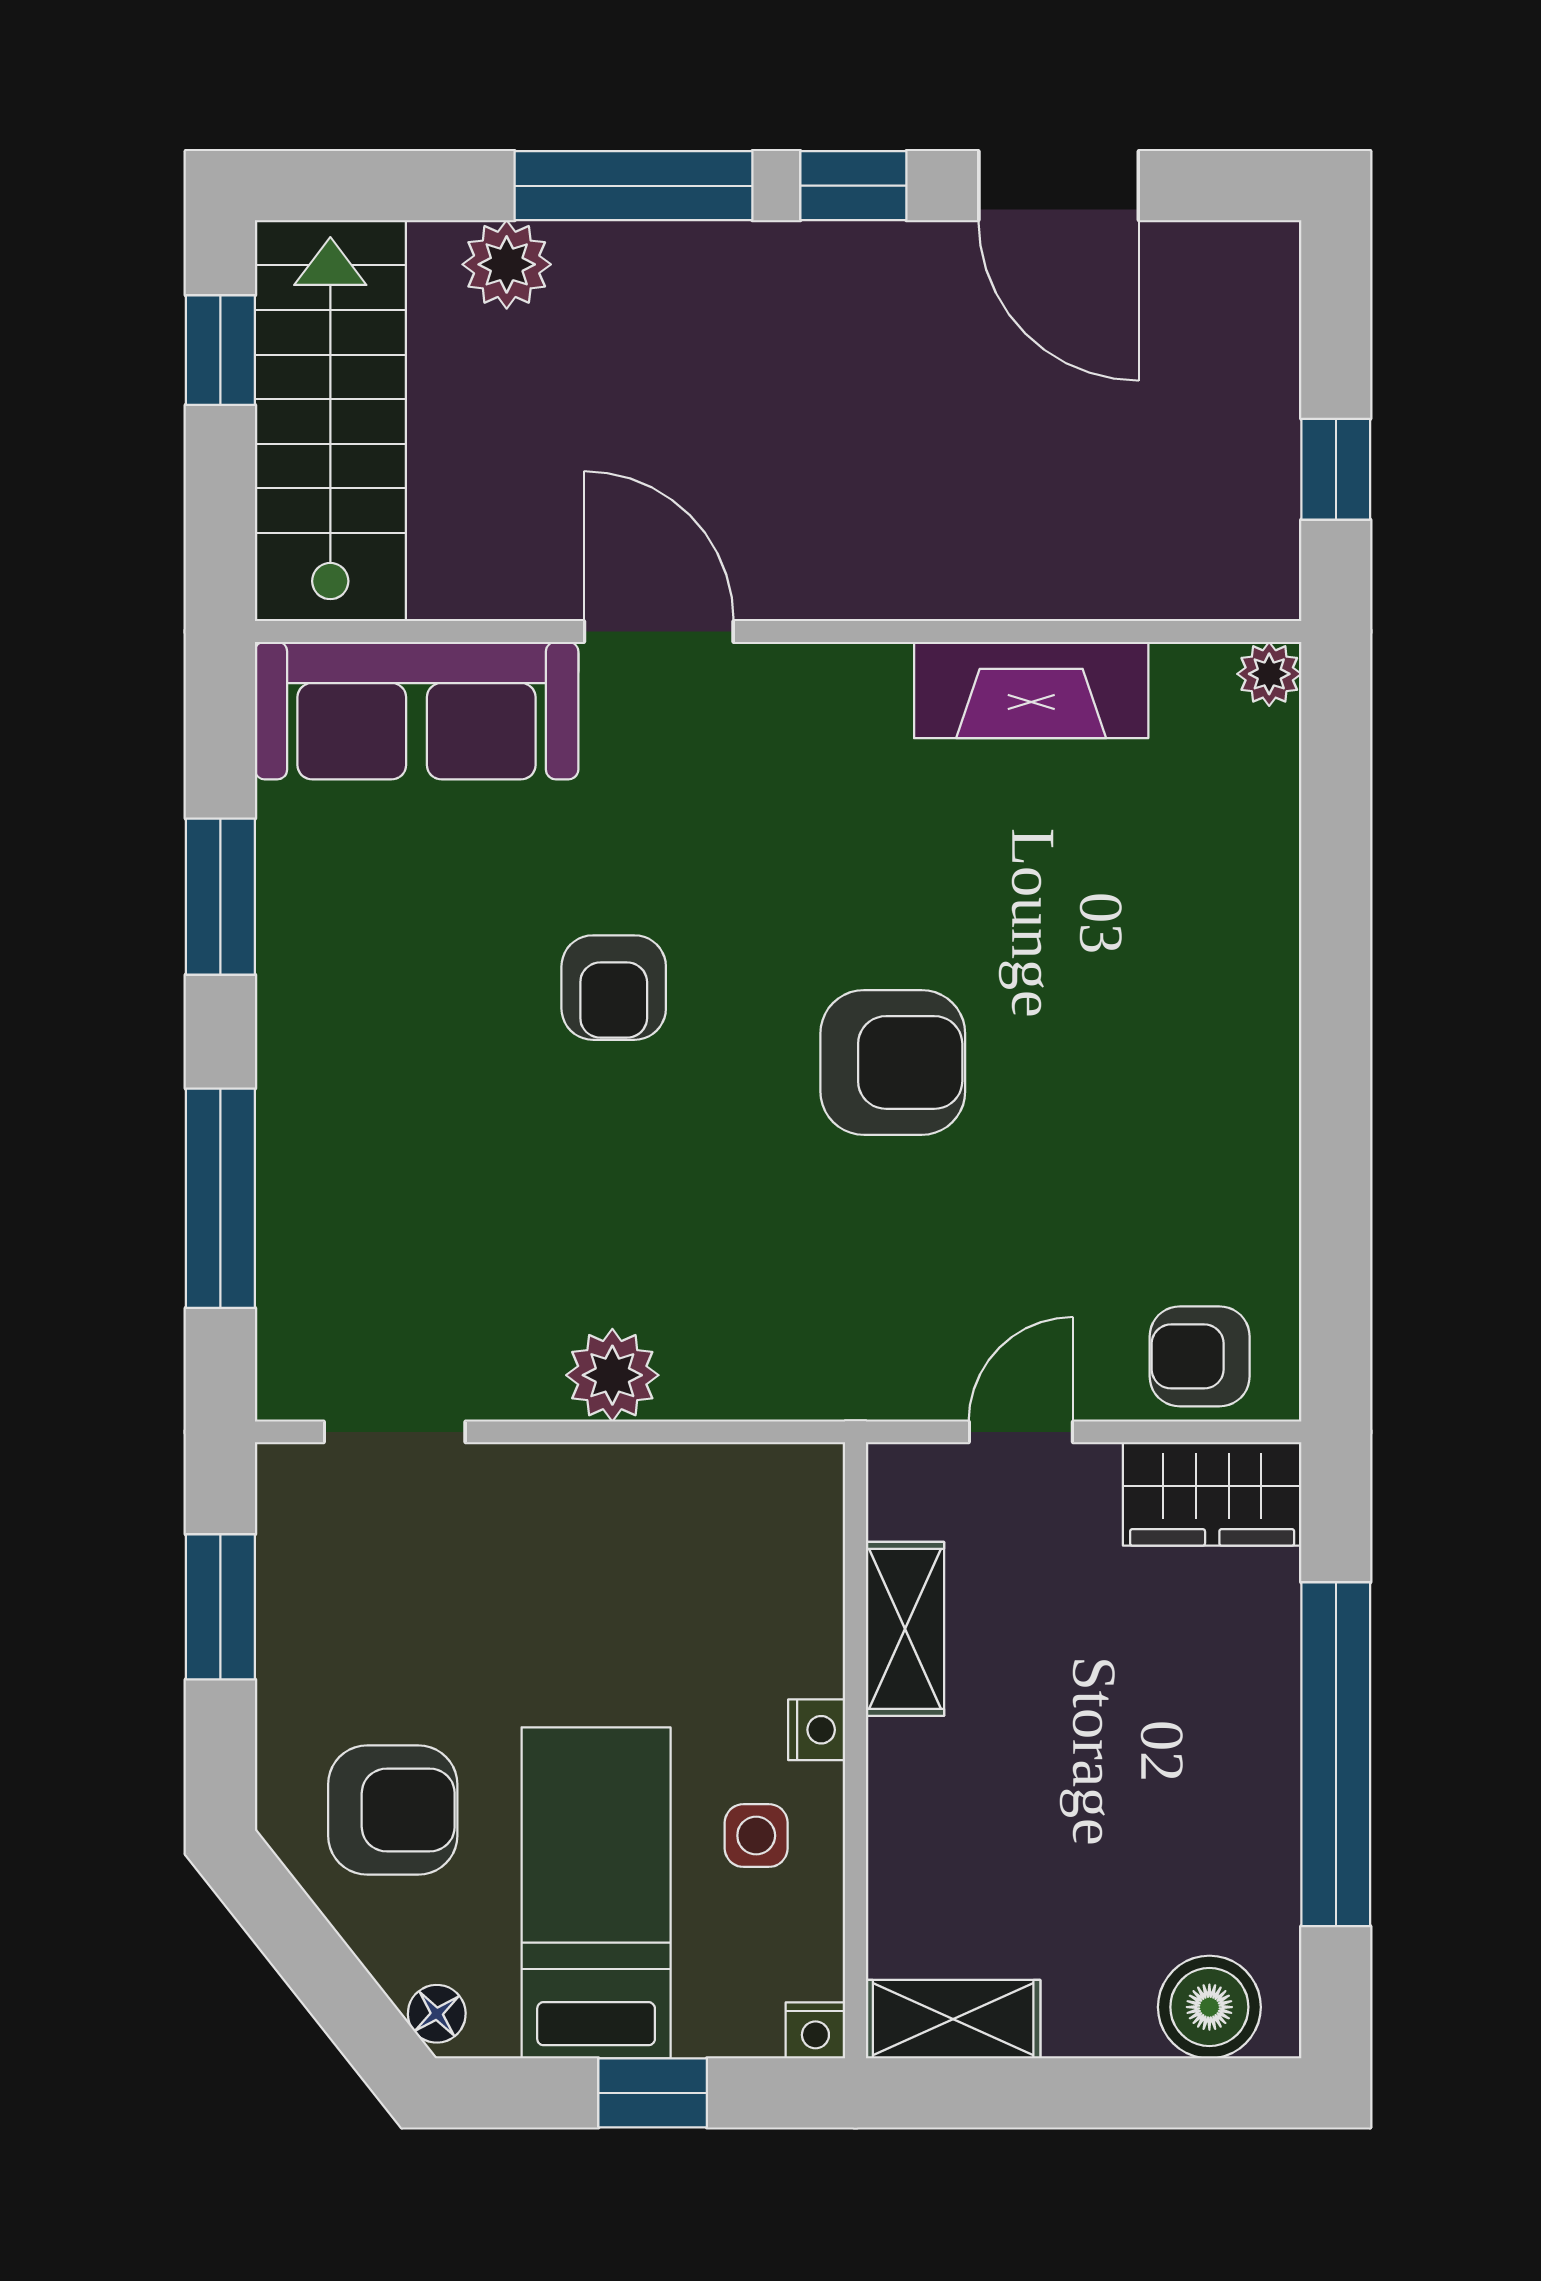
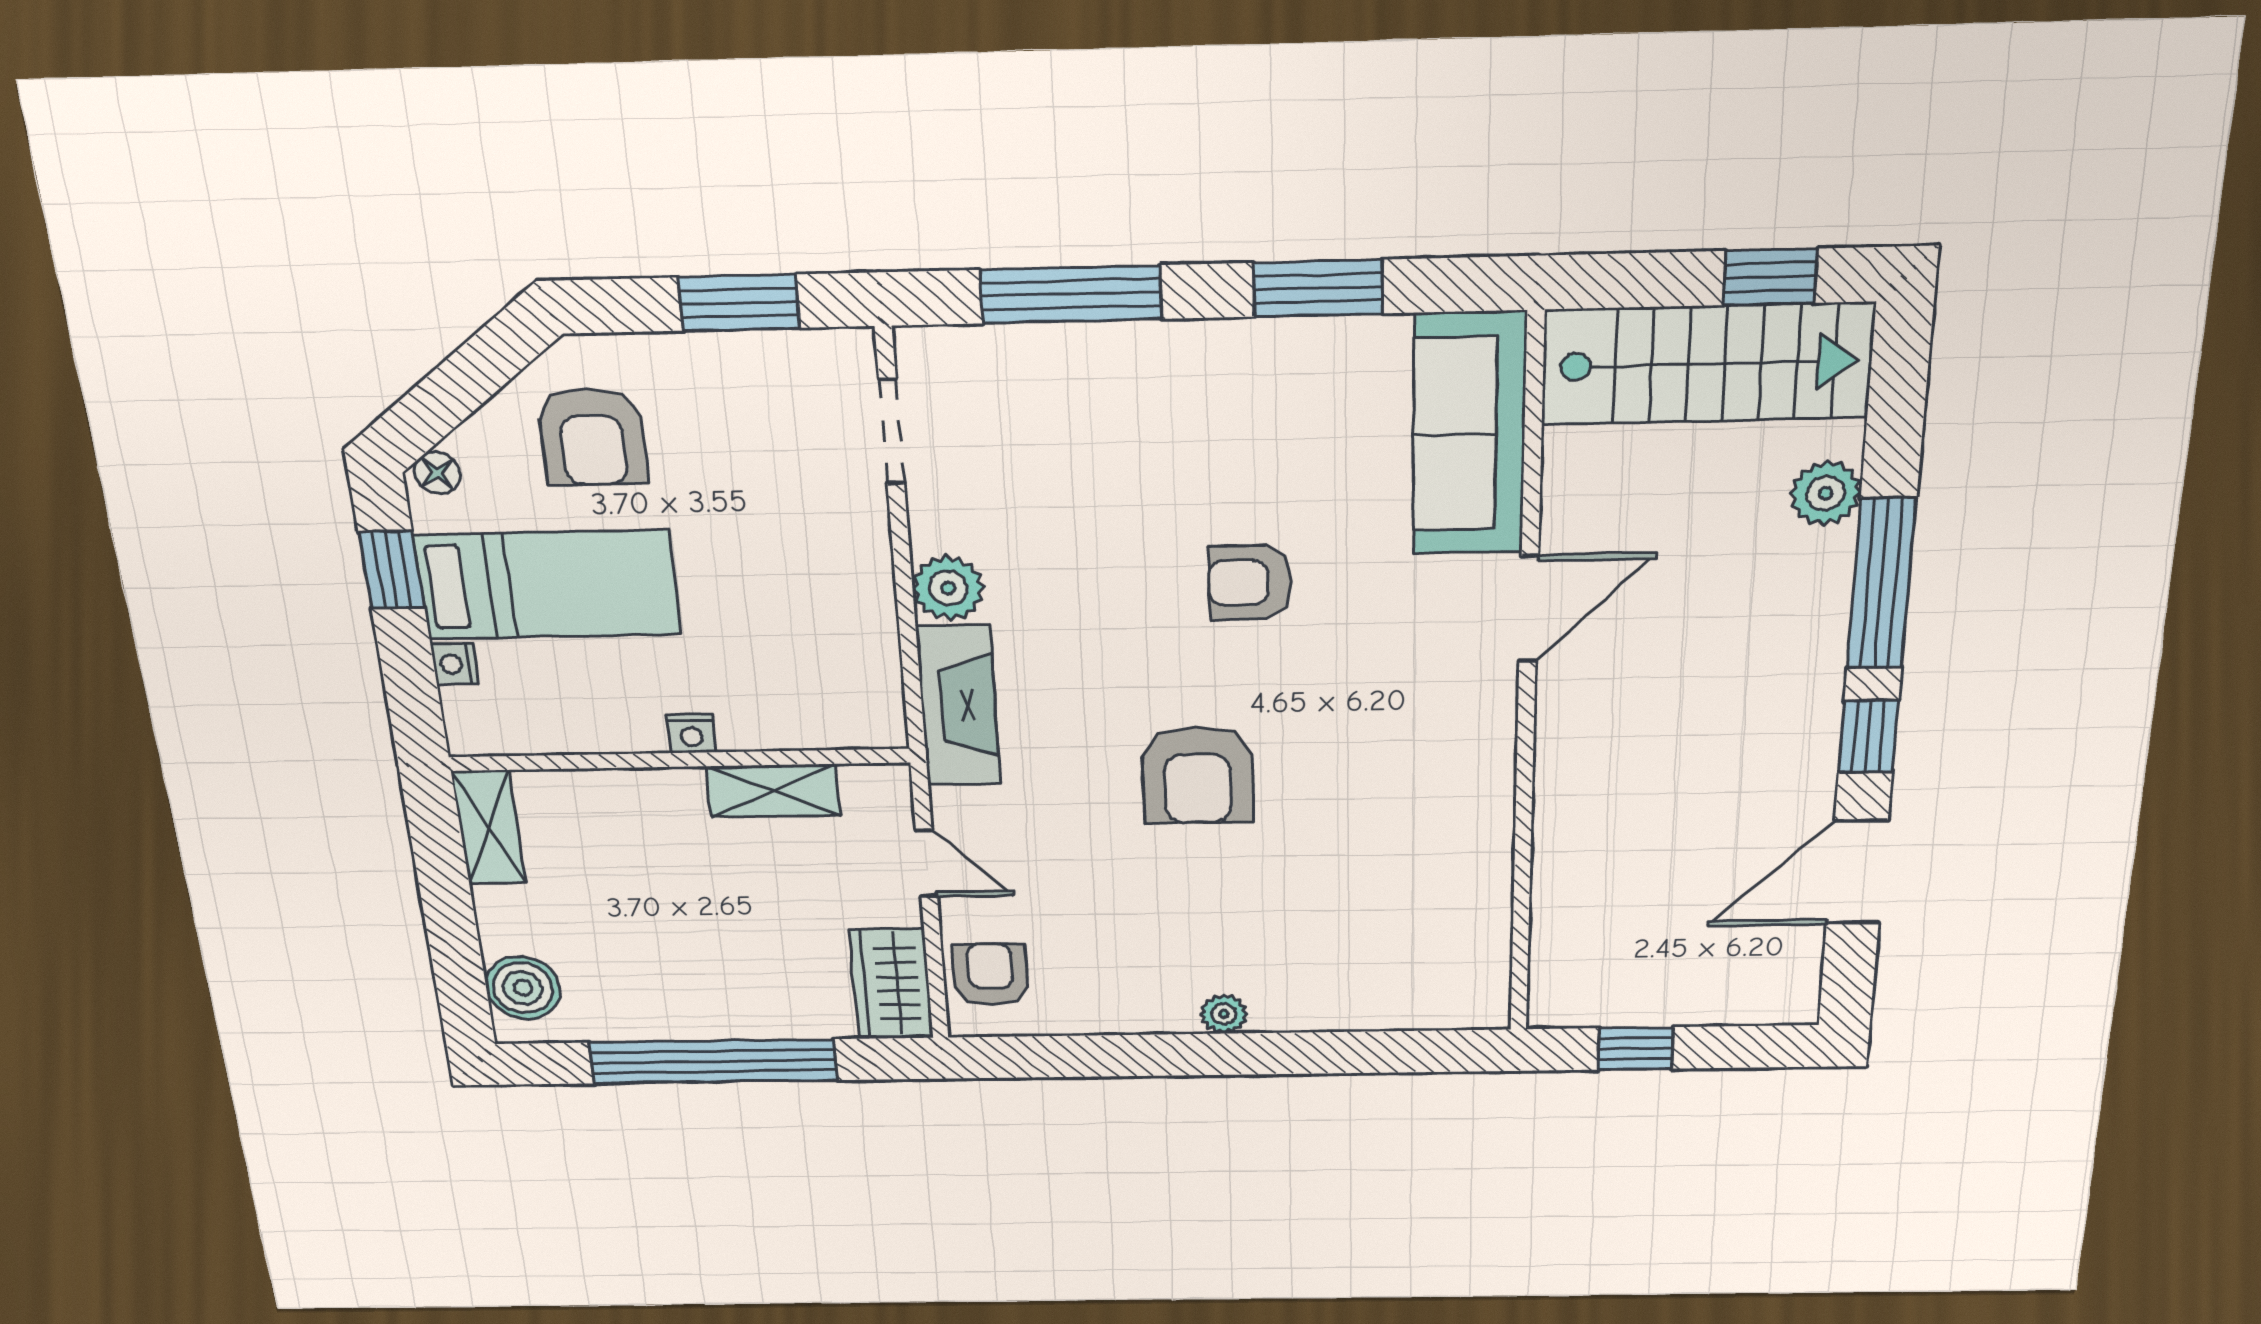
plant: (1269, 674) -> (1224, 1014), moved
fireplace: (1031, 690) -> (958, 706), moved, turned 180
side table: (756, 1836) -> (607, 694), removed
nightstand: (815, 2030) -> (455, 664), moved
window: (653, 2093) -> (392, 570), moved

